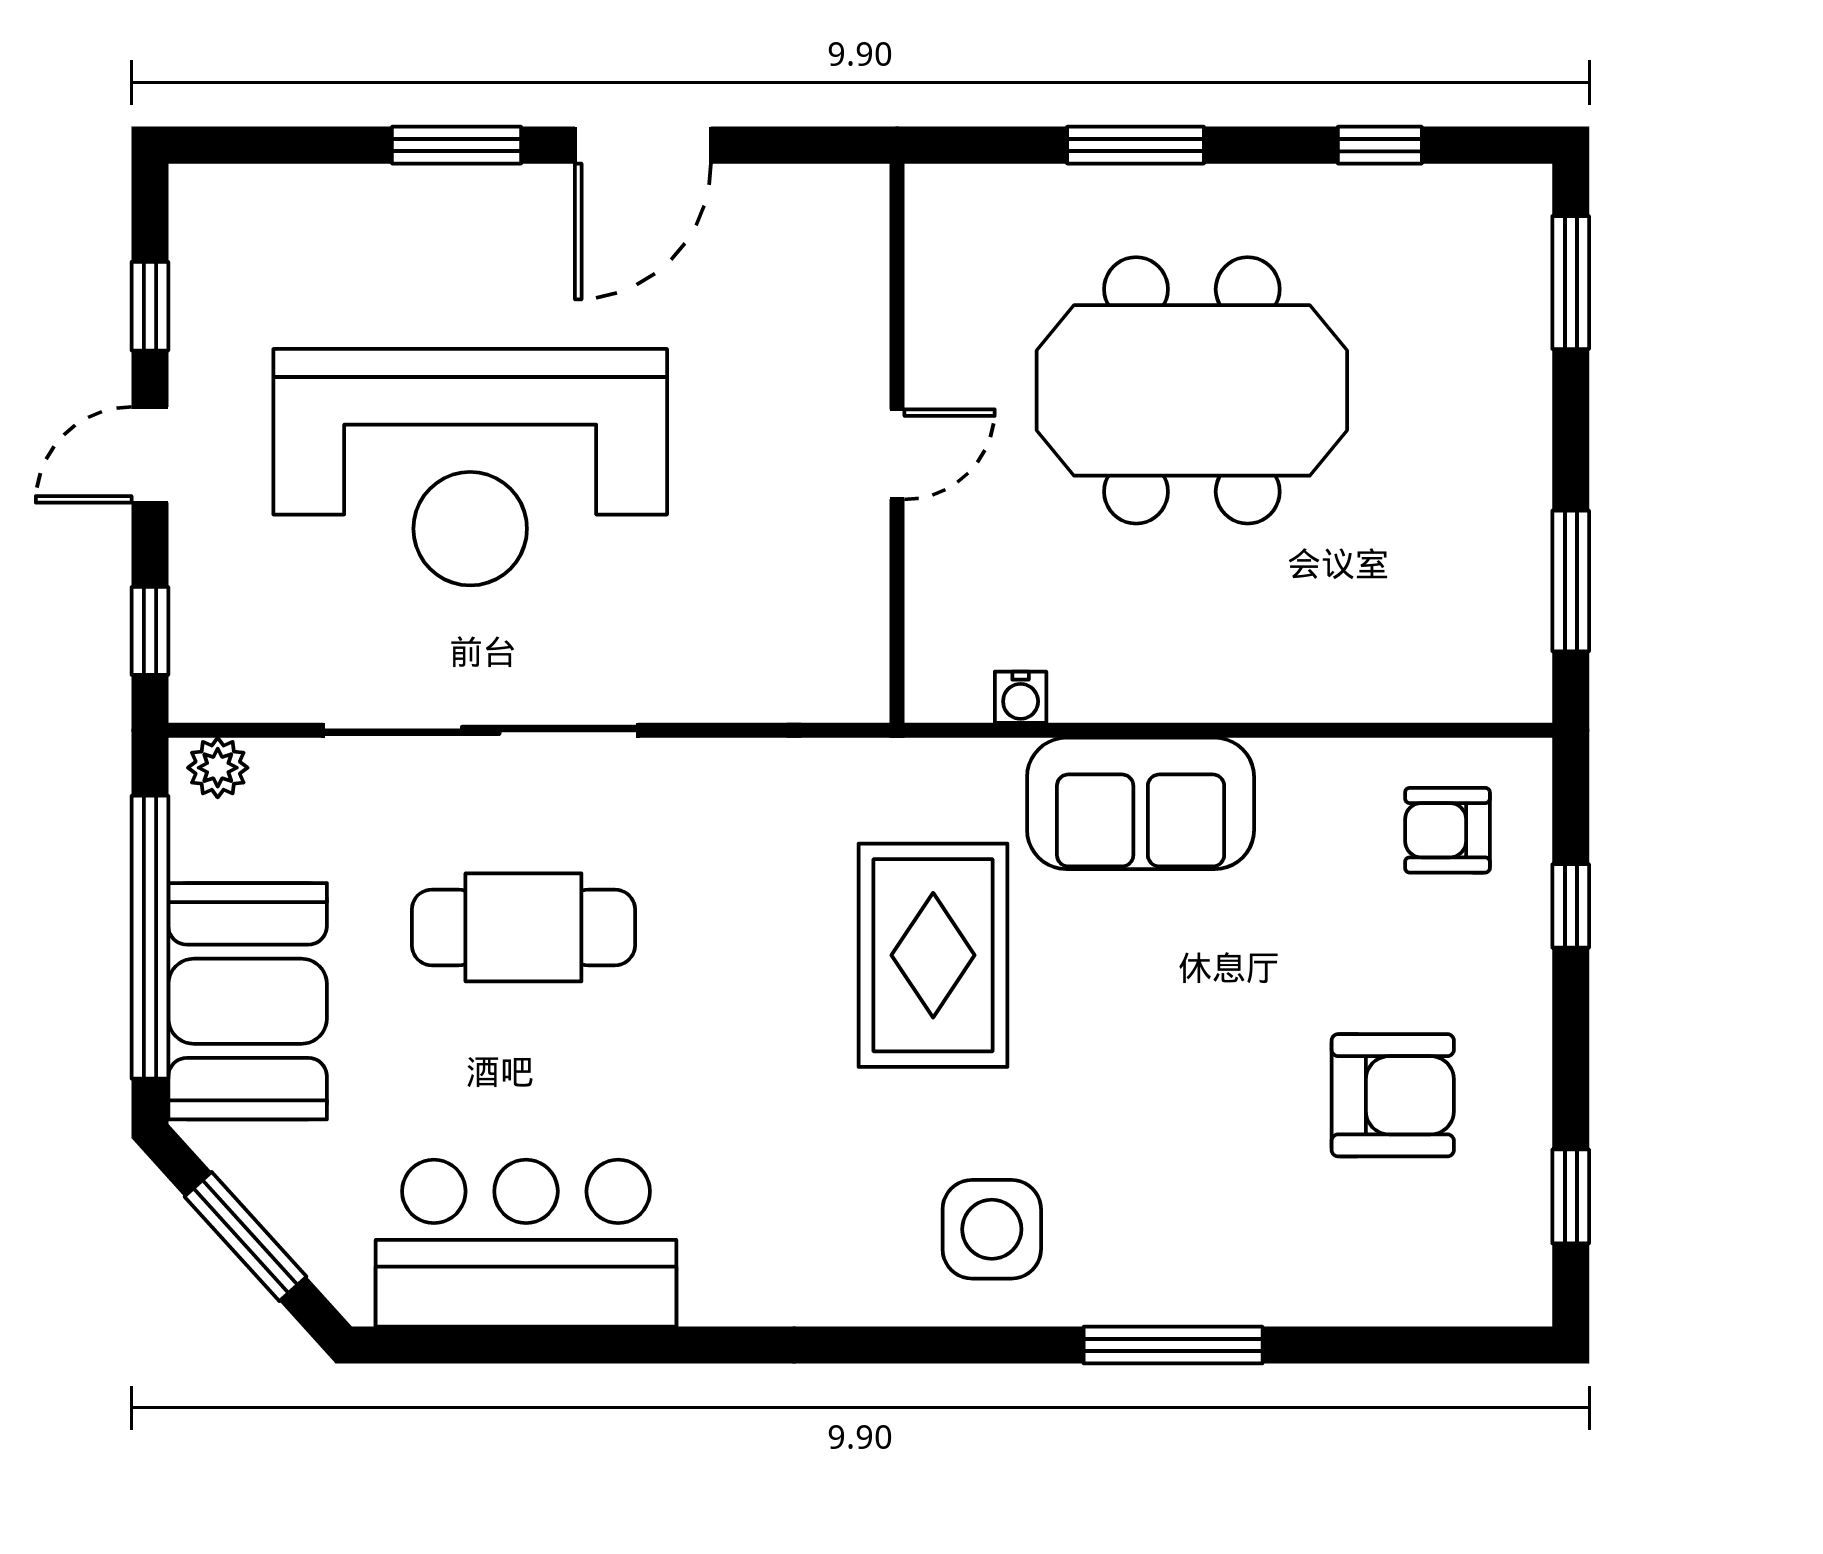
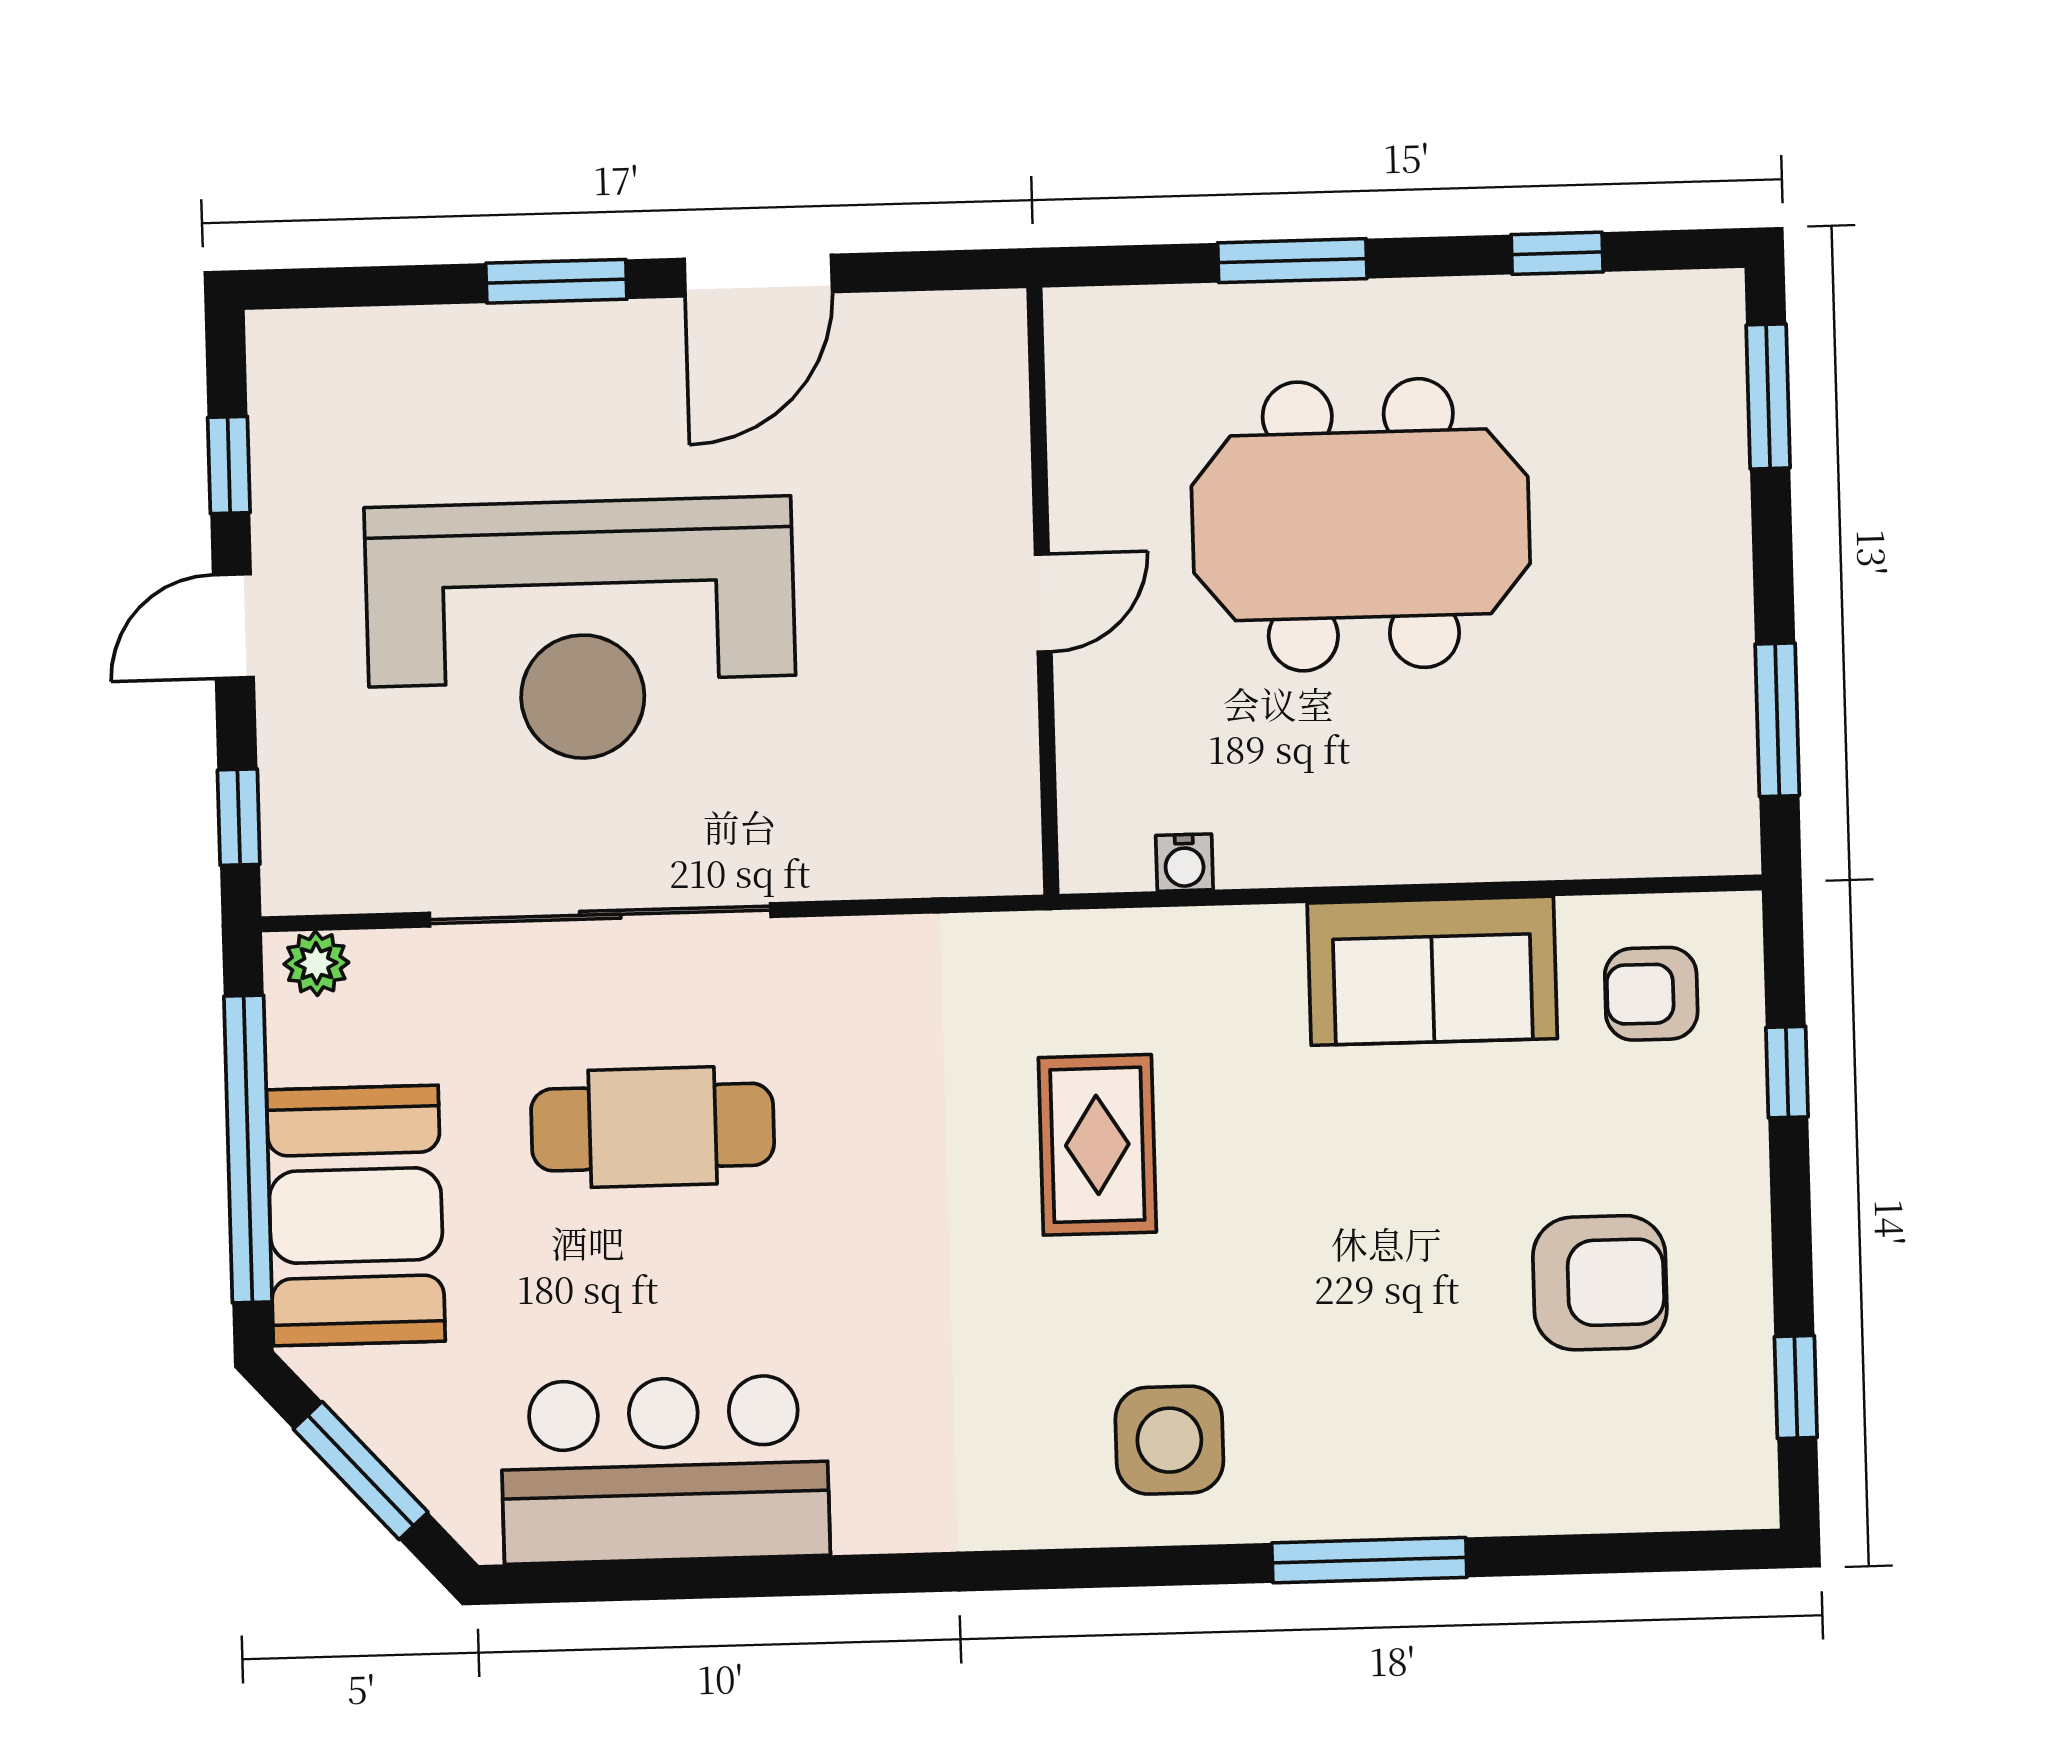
sofa: (1141, 803) -> (1432, 971), moved
rug: (933, 955) -> (1097, 1145), width x0.73, depth x0.70

